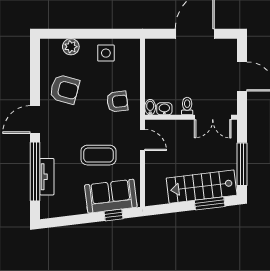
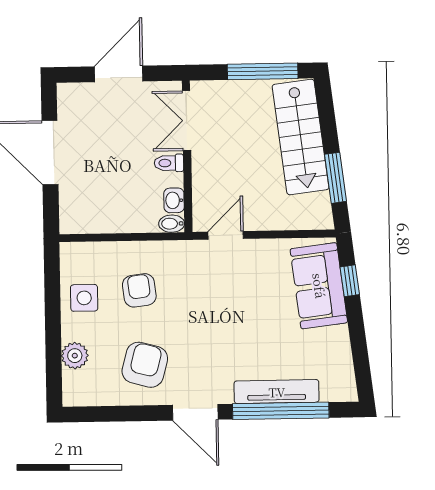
armchair: (117, 102) -> (139, 290), moved
double door: (213, 117) -> (187, 121), swing flipped
coffee table: (98, 155) -> (252, 307), removed
tv unit: (47, 177) -> (277, 392), width x1.41
window: (210, 203) -> (335, 178), moved

